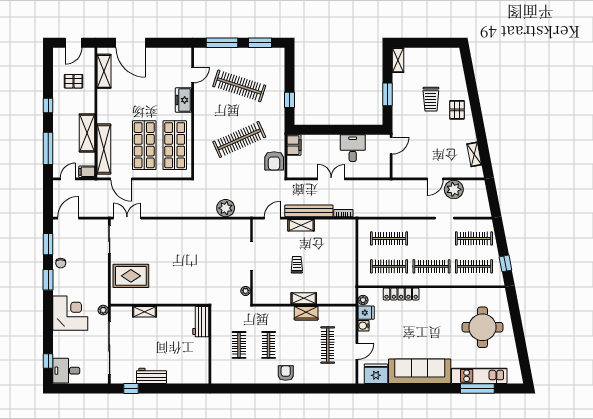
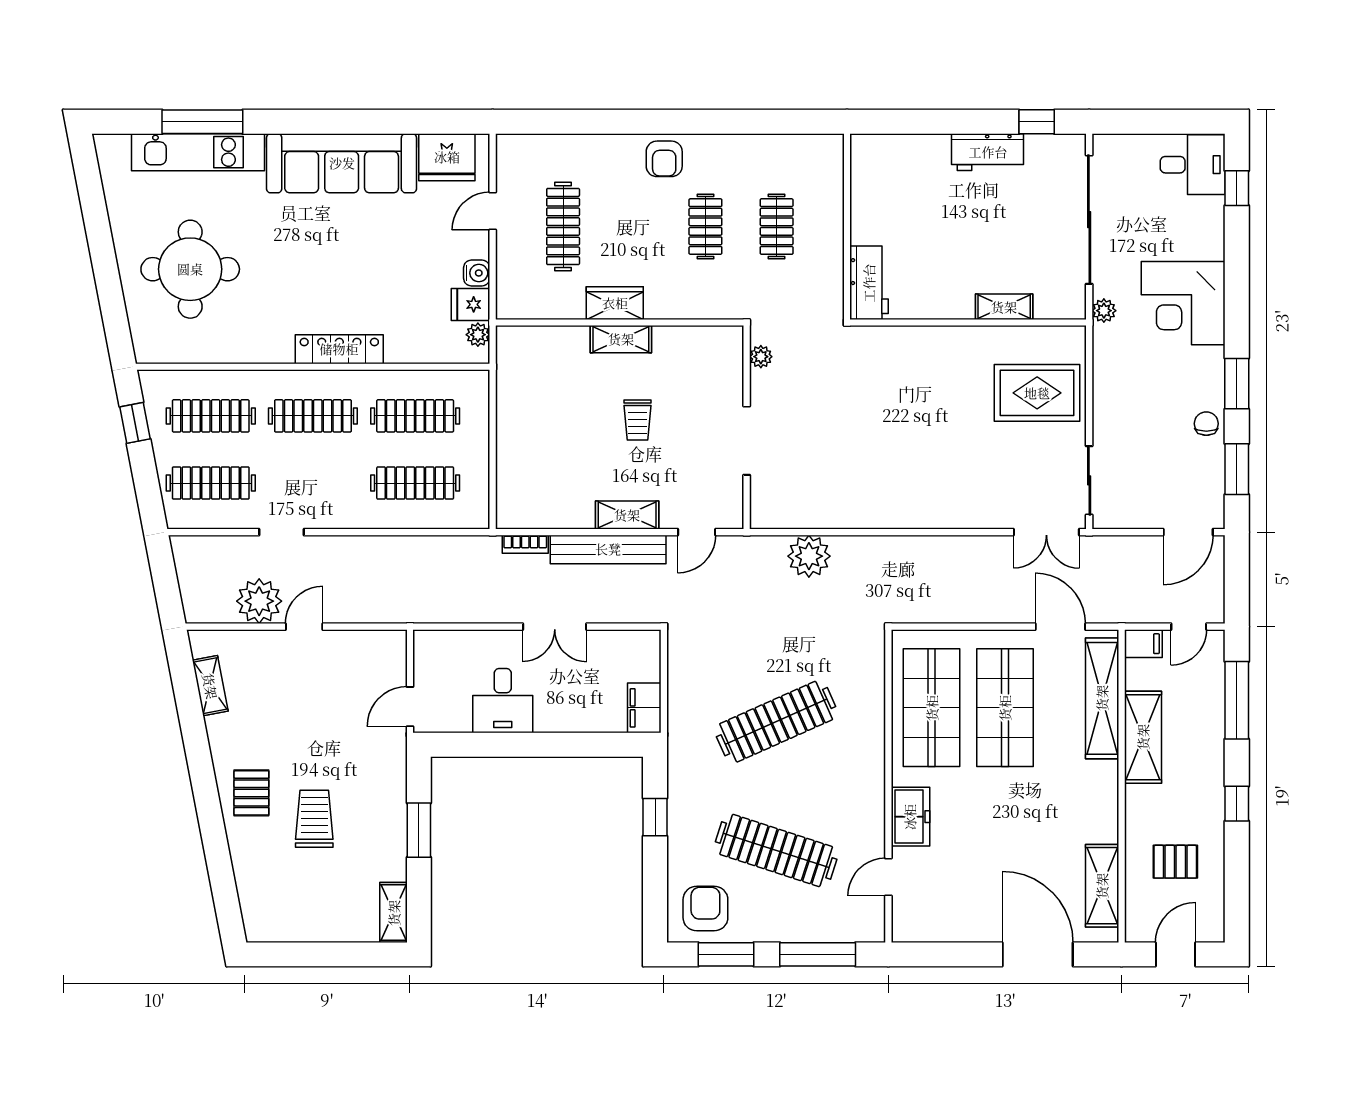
armchair: (274, 161) -> (705, 909), moved
locker: (401, 294) -> (339, 349), moved

